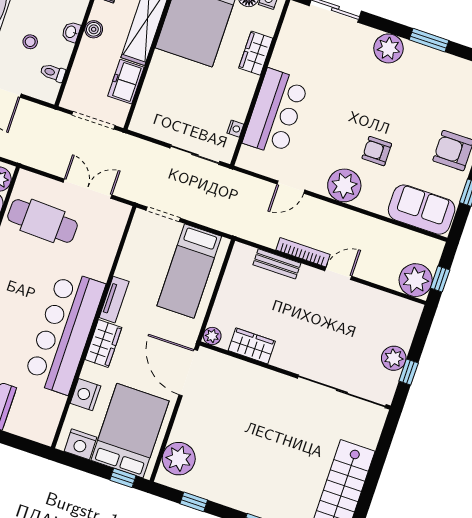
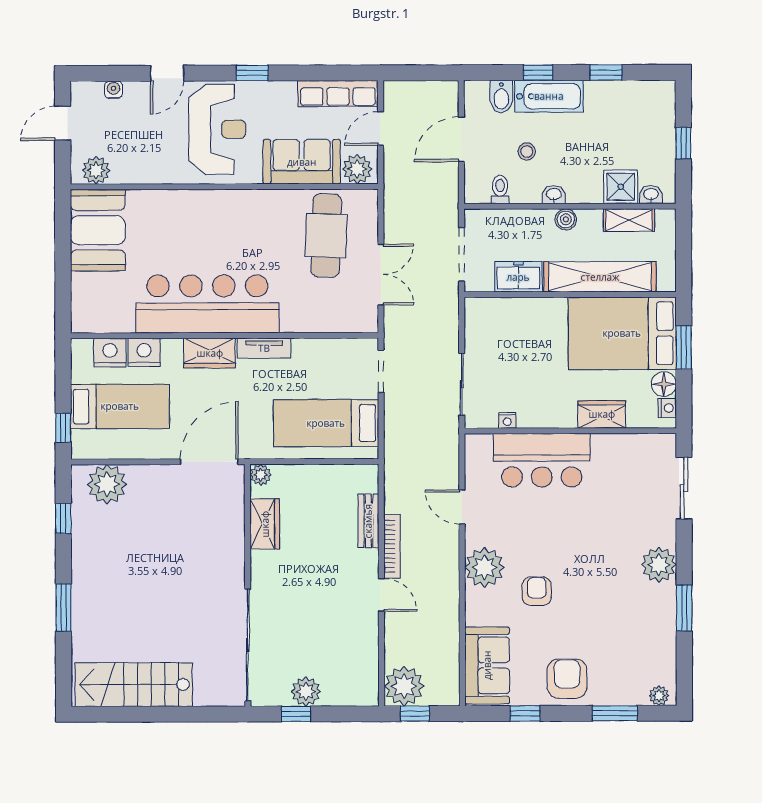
bed: (130, 431) -> (120, 406), width x0.67
nightstand: (80, 444) -> (110, 353), moved, turned 90

